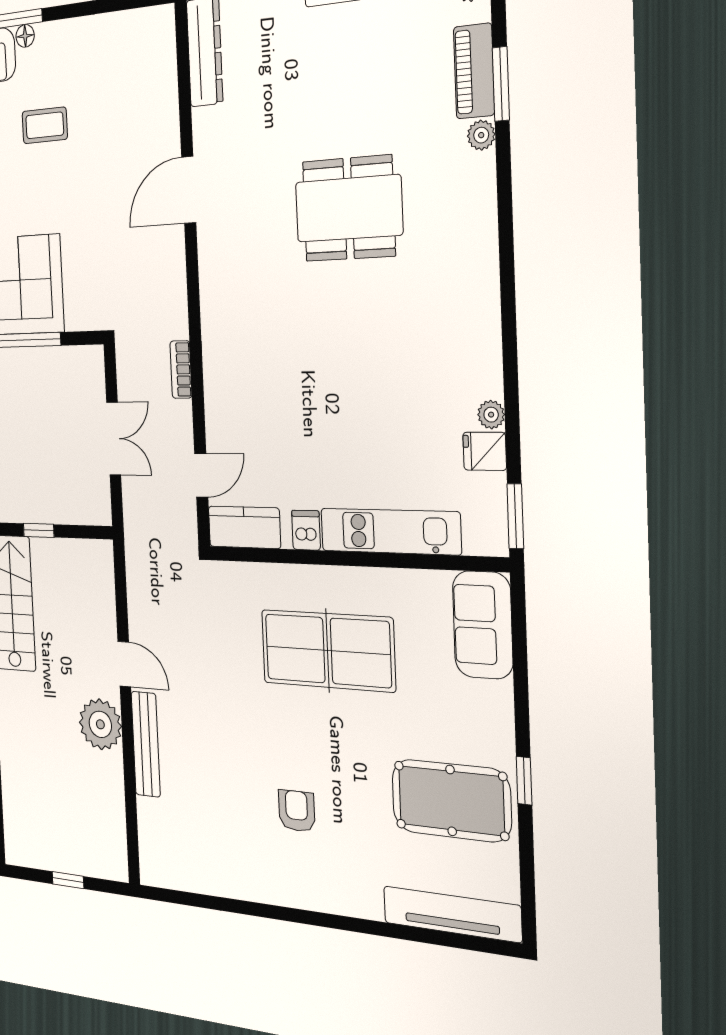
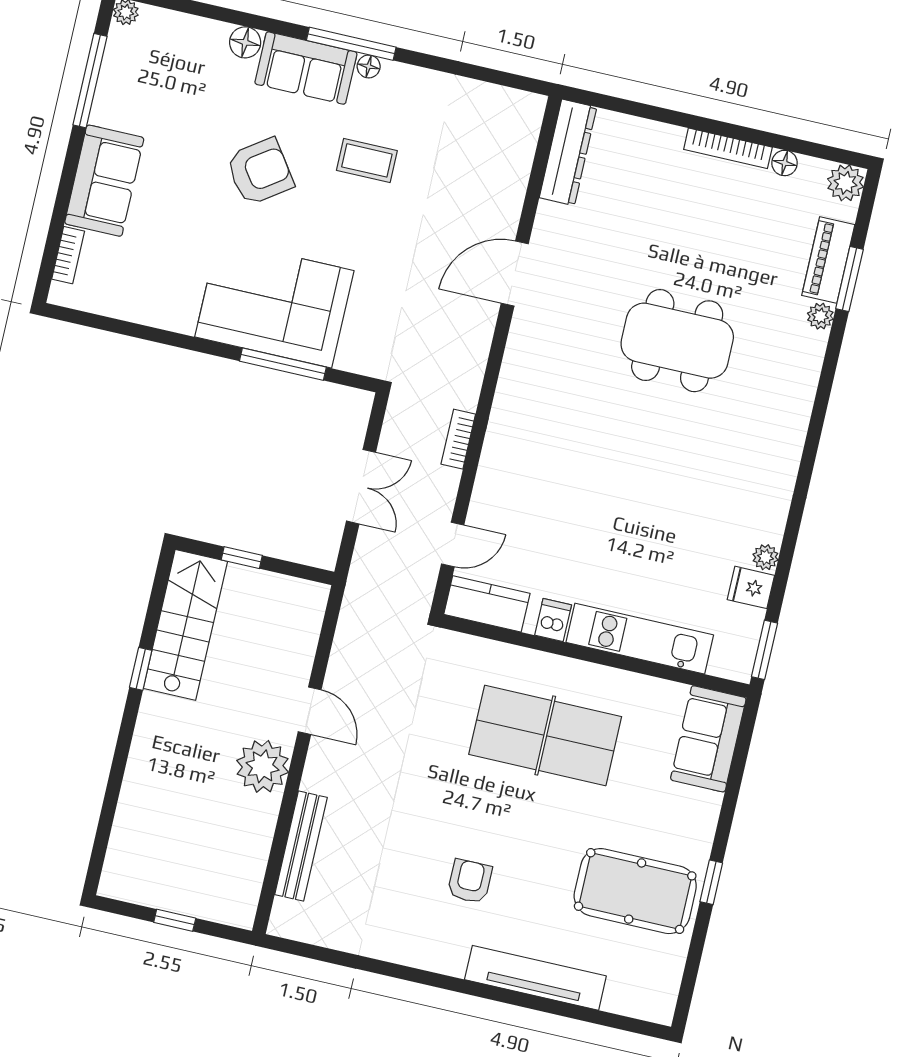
bench: (146, 744) -> (301, 846), moved
tv unit: (452, 914) -> (535, 978), moved

